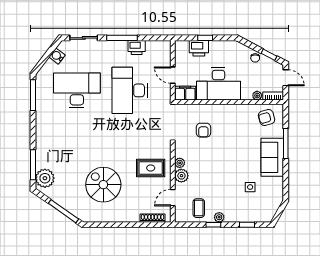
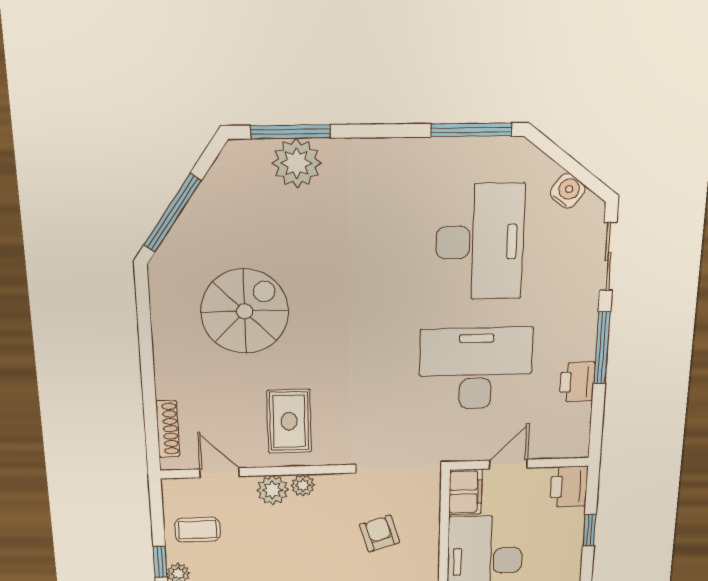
printer: (199, 48) -> (569, 487), moved
armchair: (203, 130) -> (380, 534), turned 73
plant: (45, 178) -> (297, 163), moved

